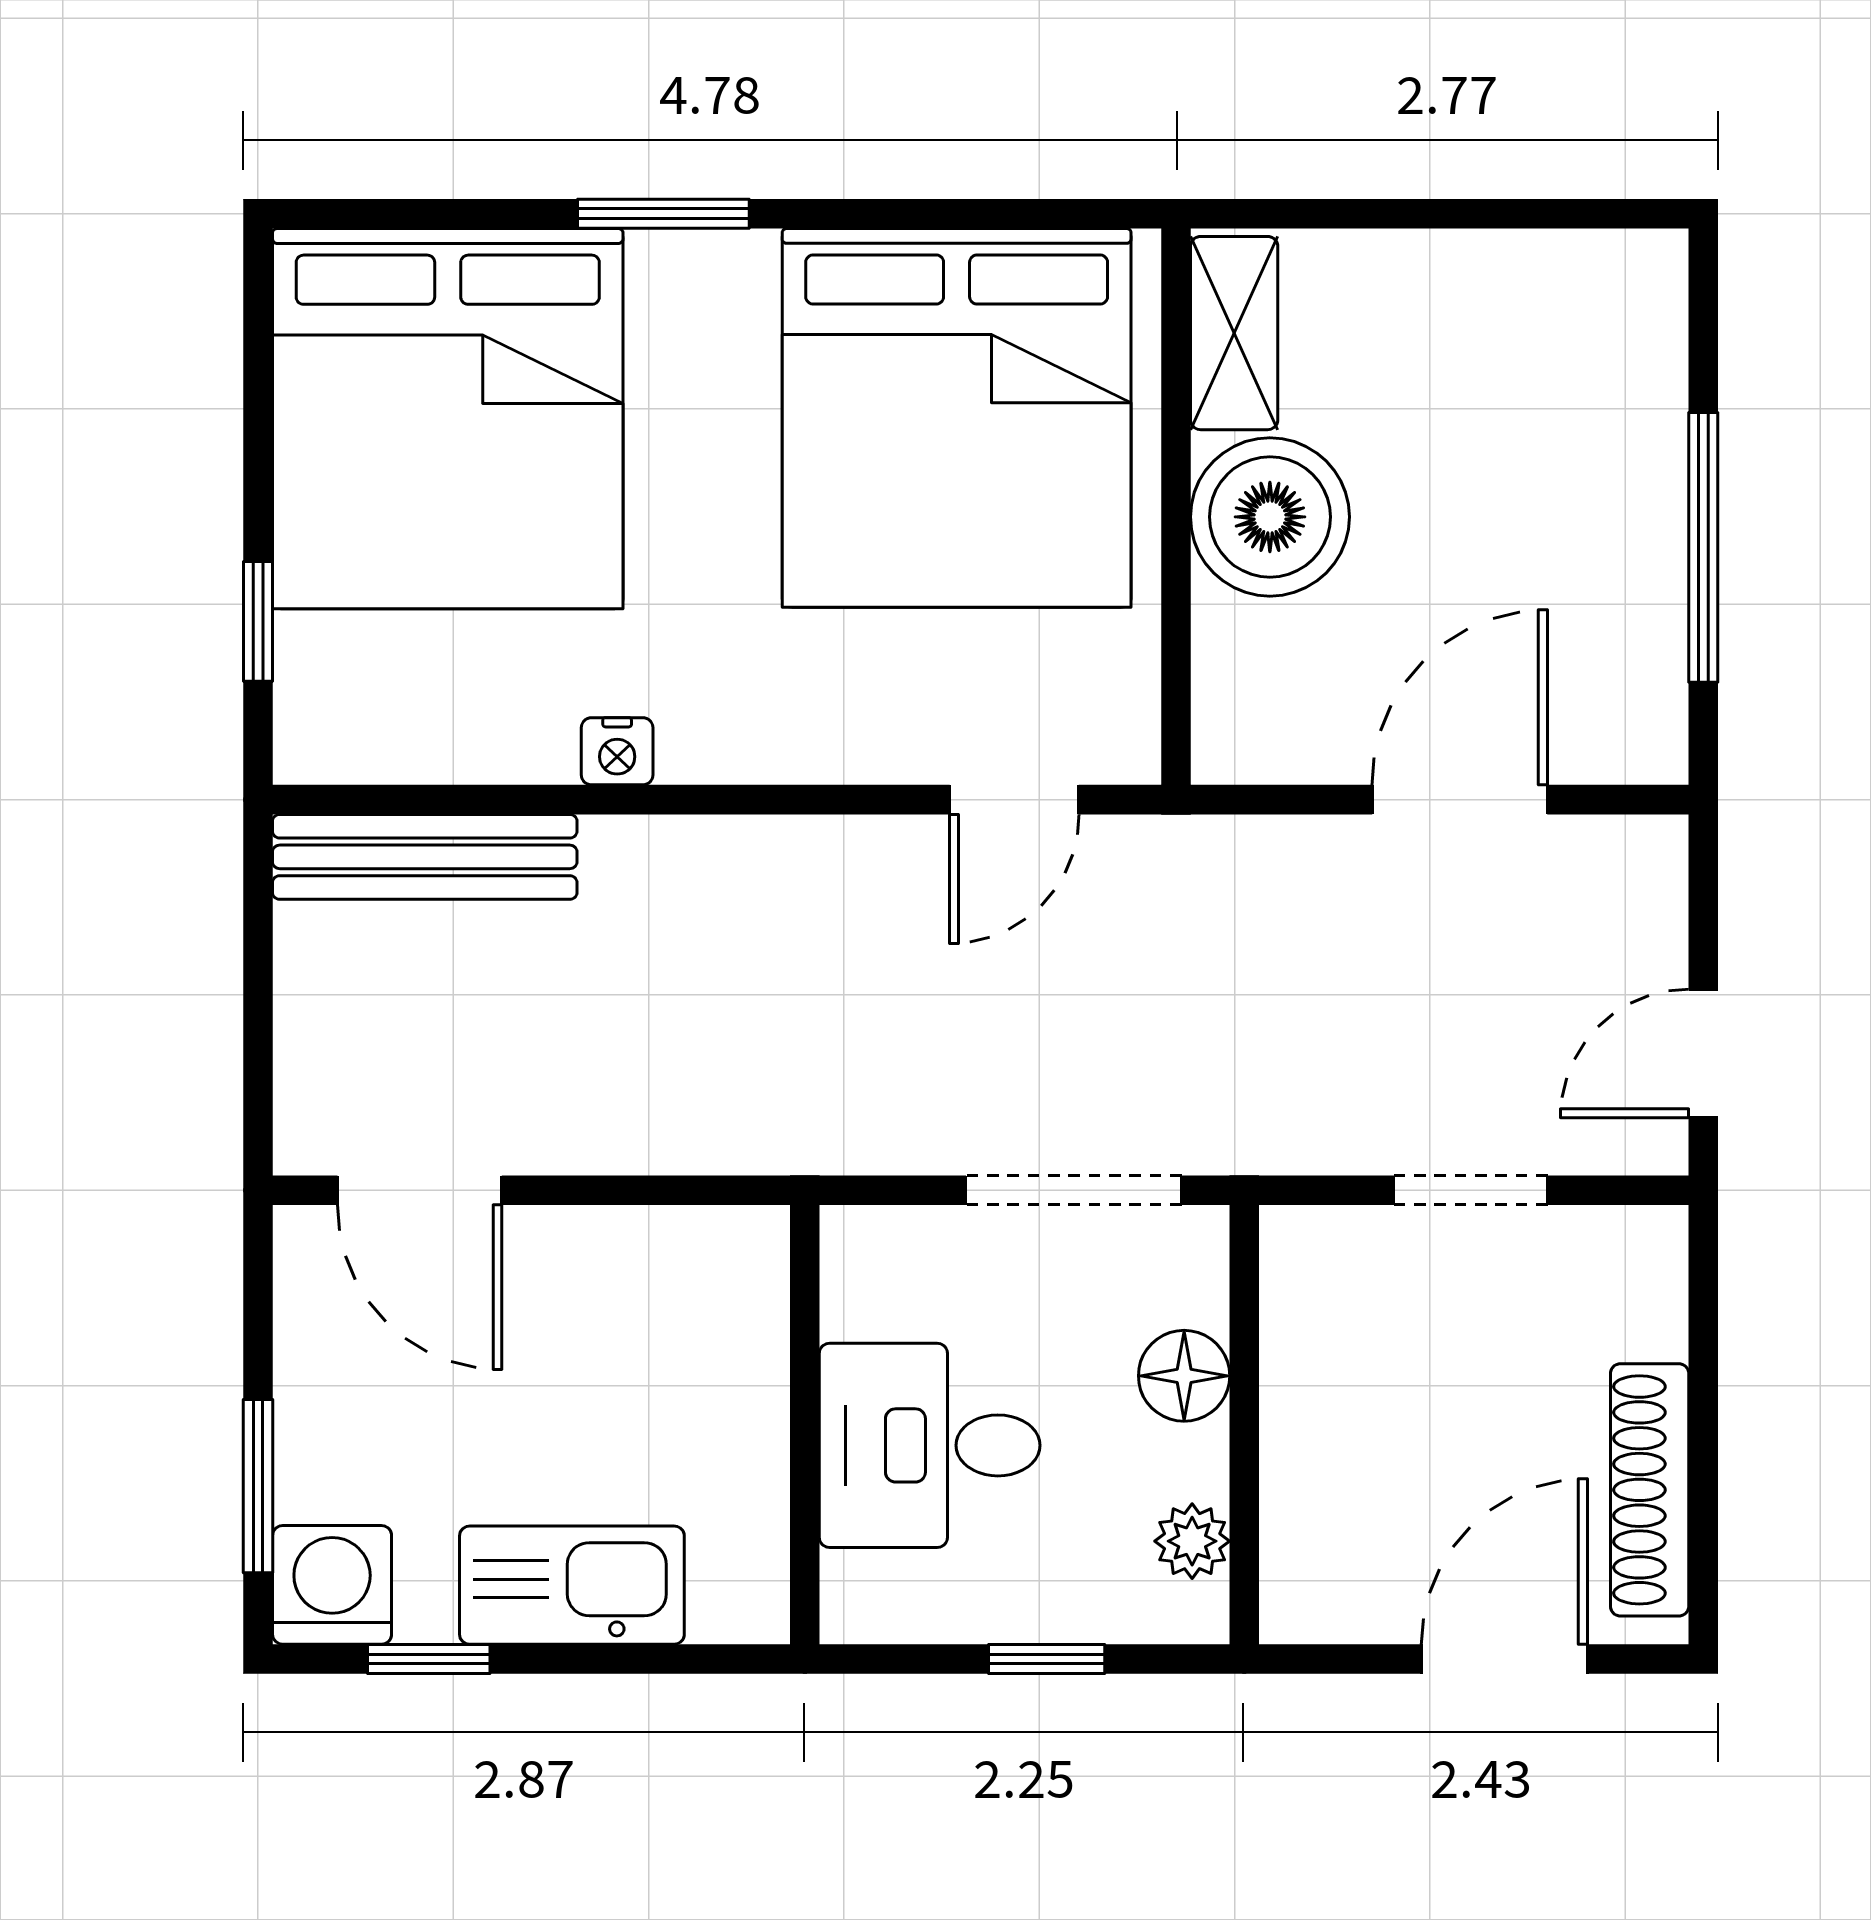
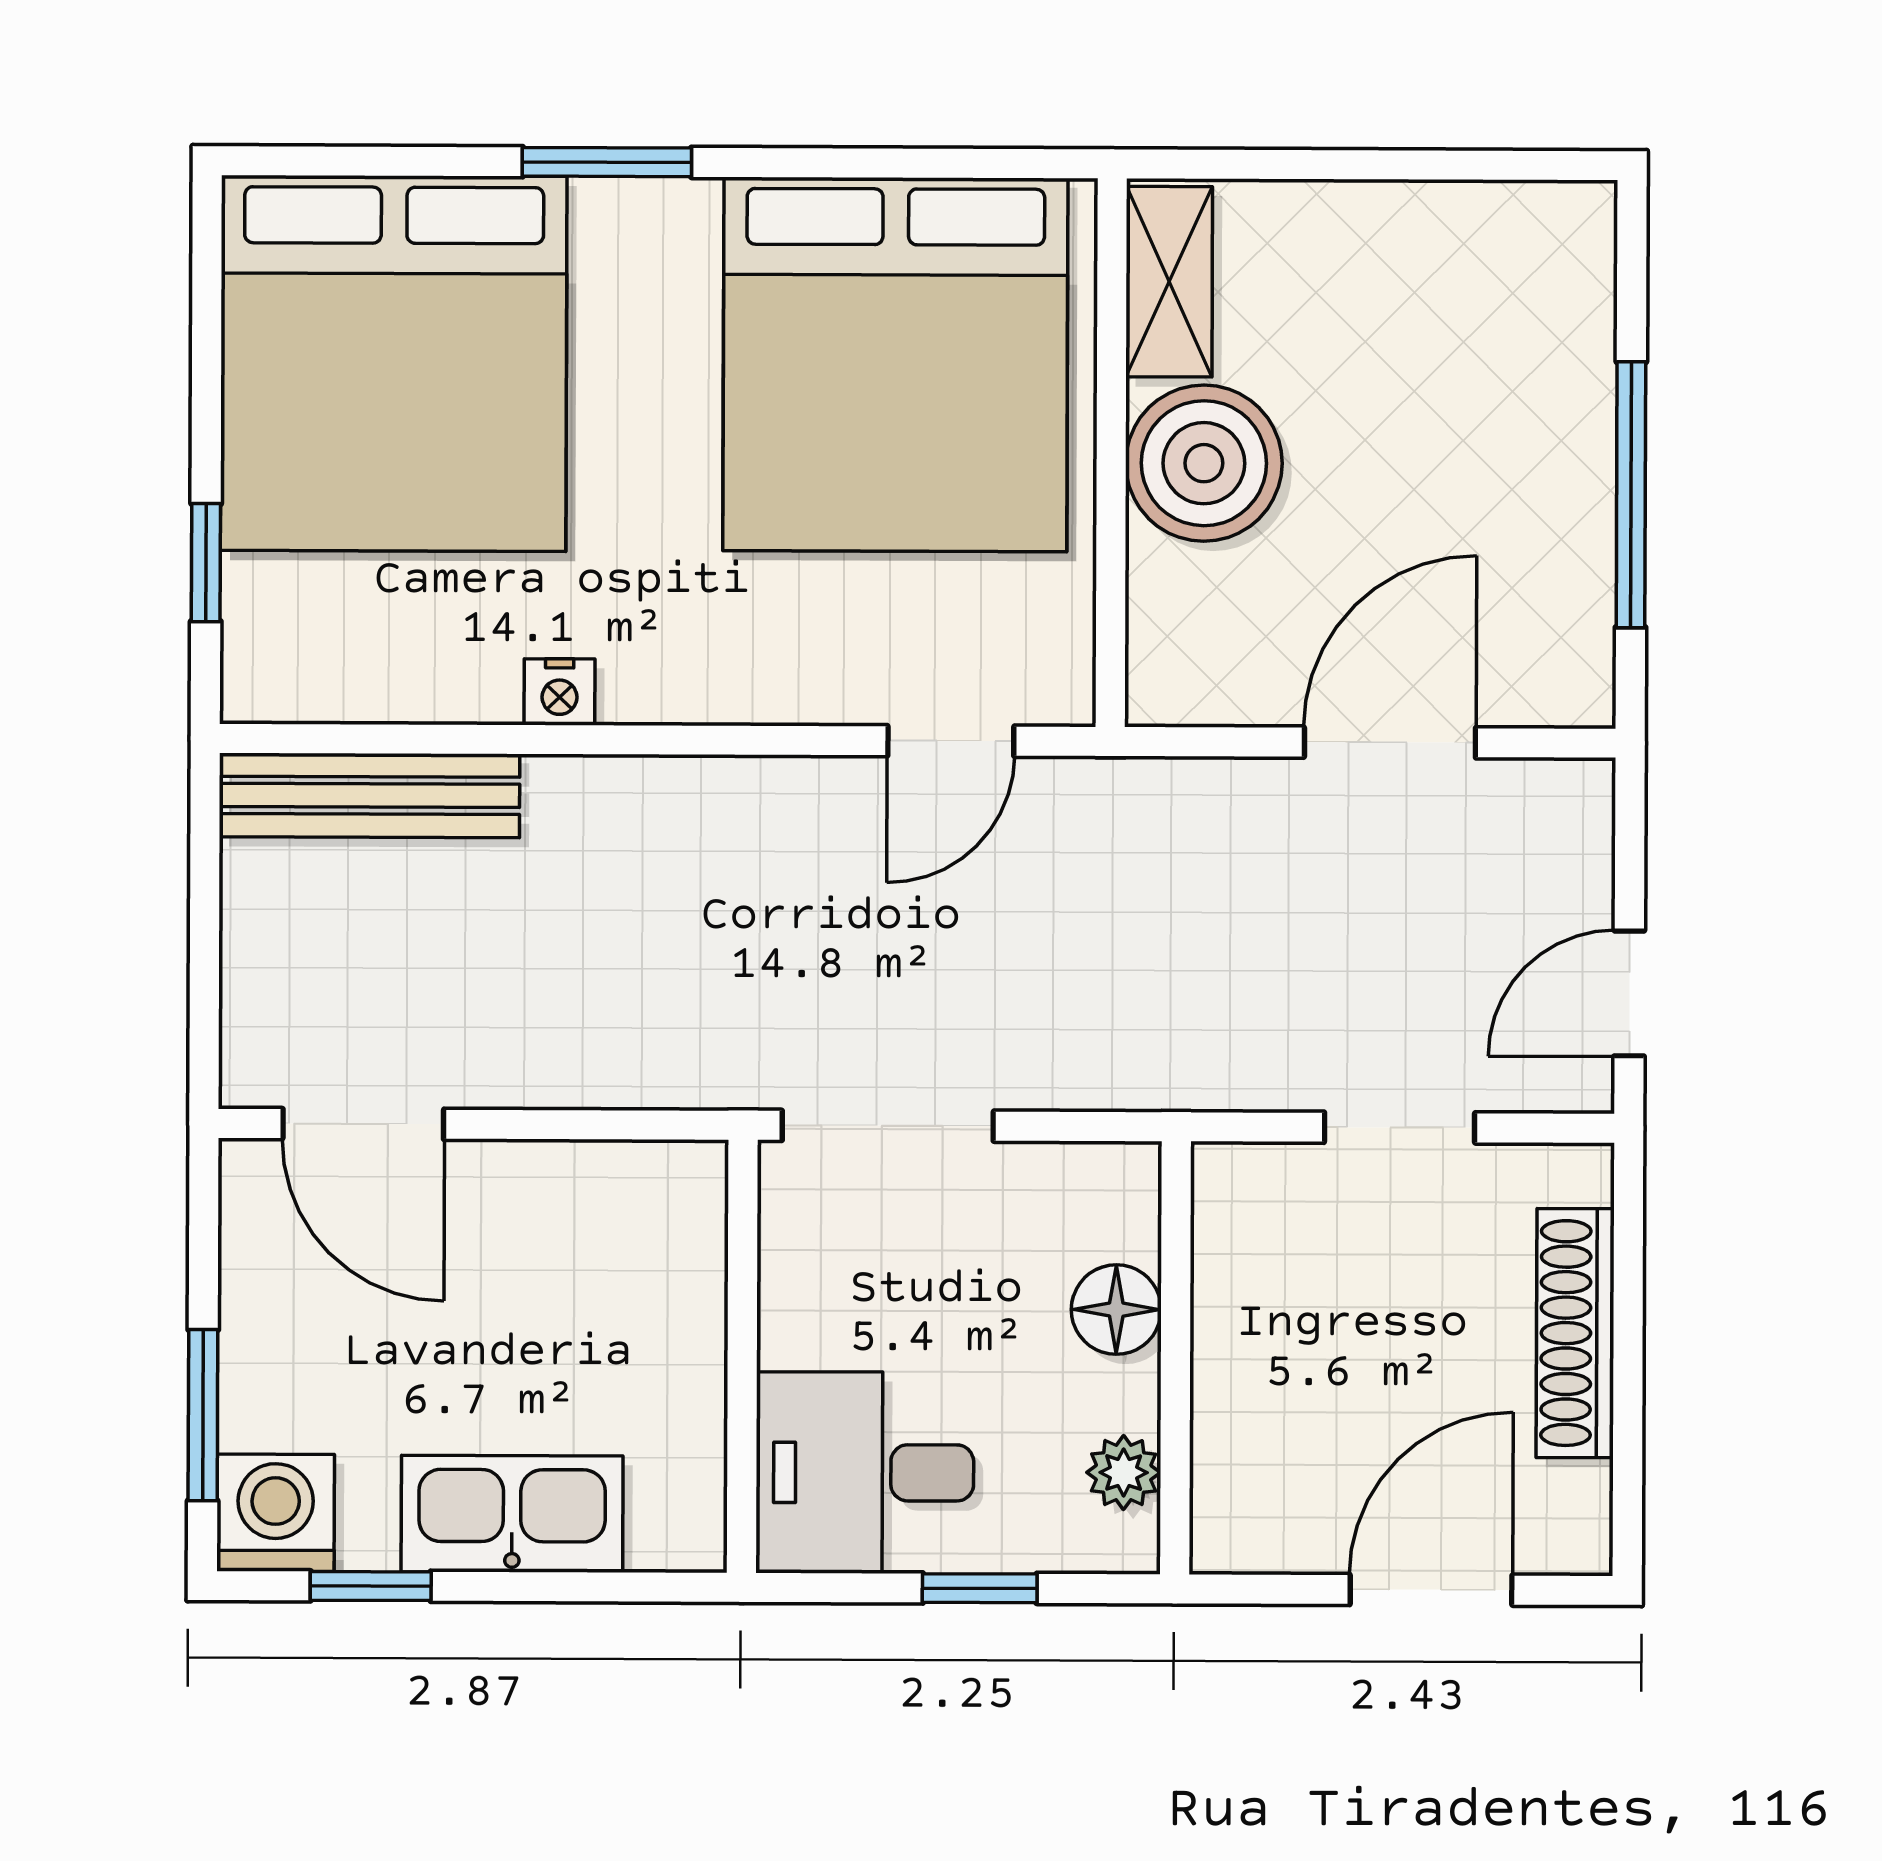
doorway: (1074, 1190) -> (888, 1126), moved
desk: (930, 1445) -> (865, 1473), moved
shoe rack: (1650, 1490) -> (1575, 1333), moved

